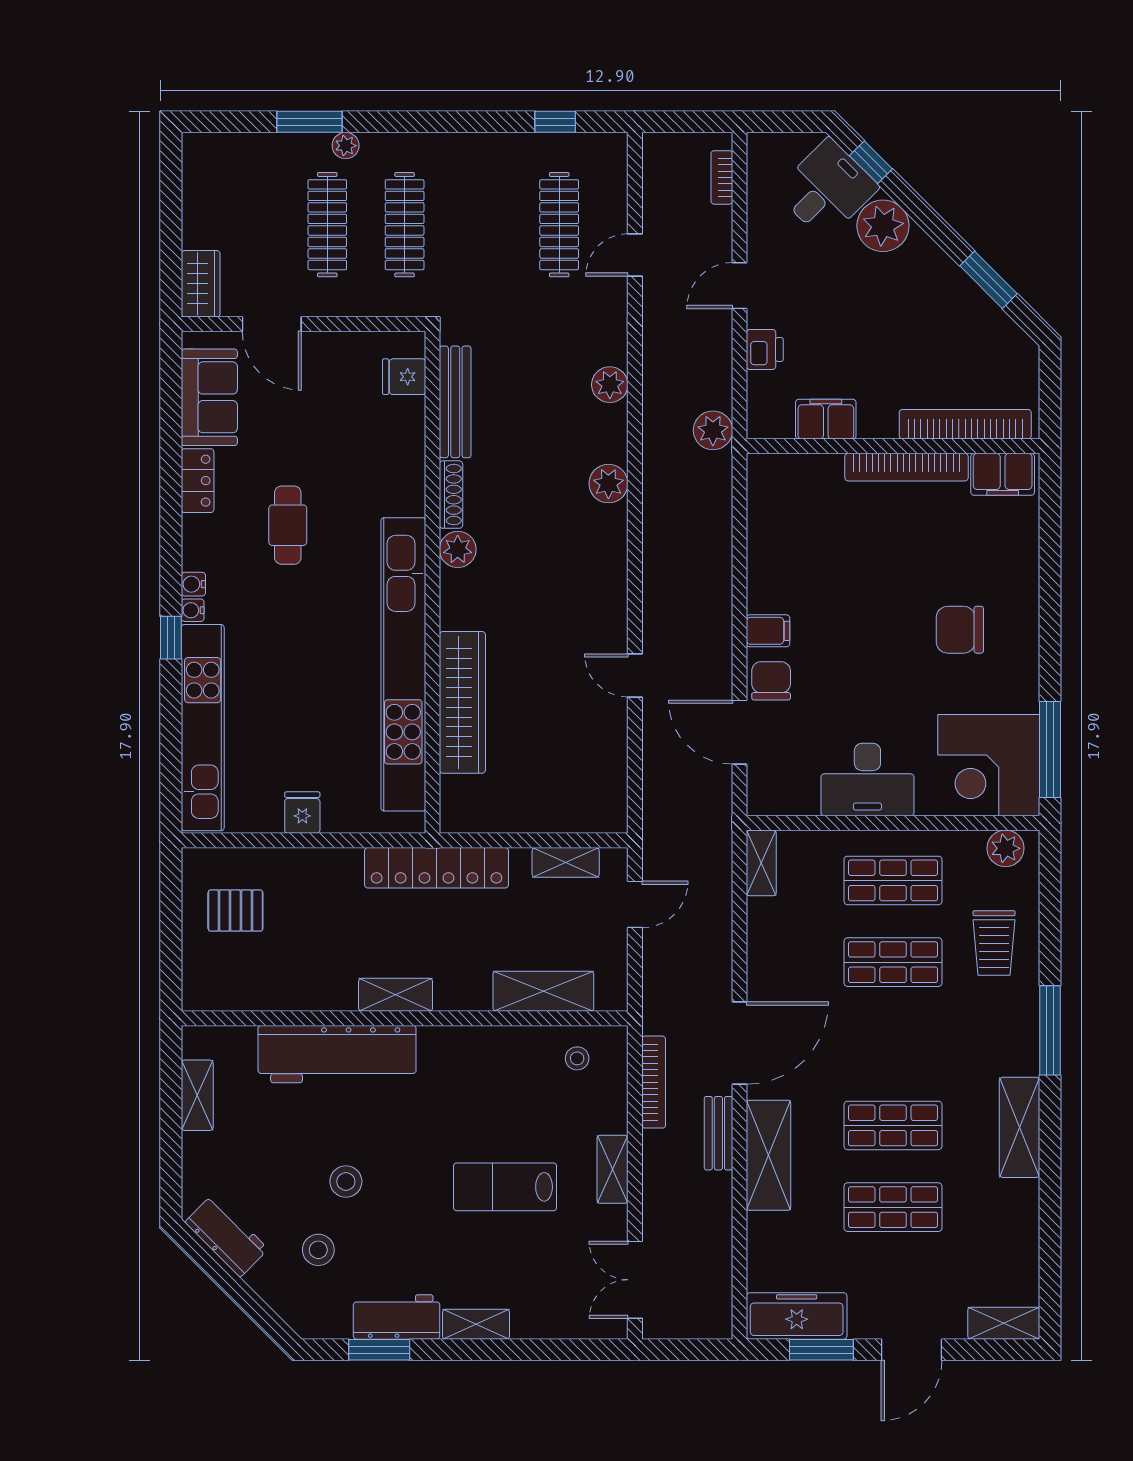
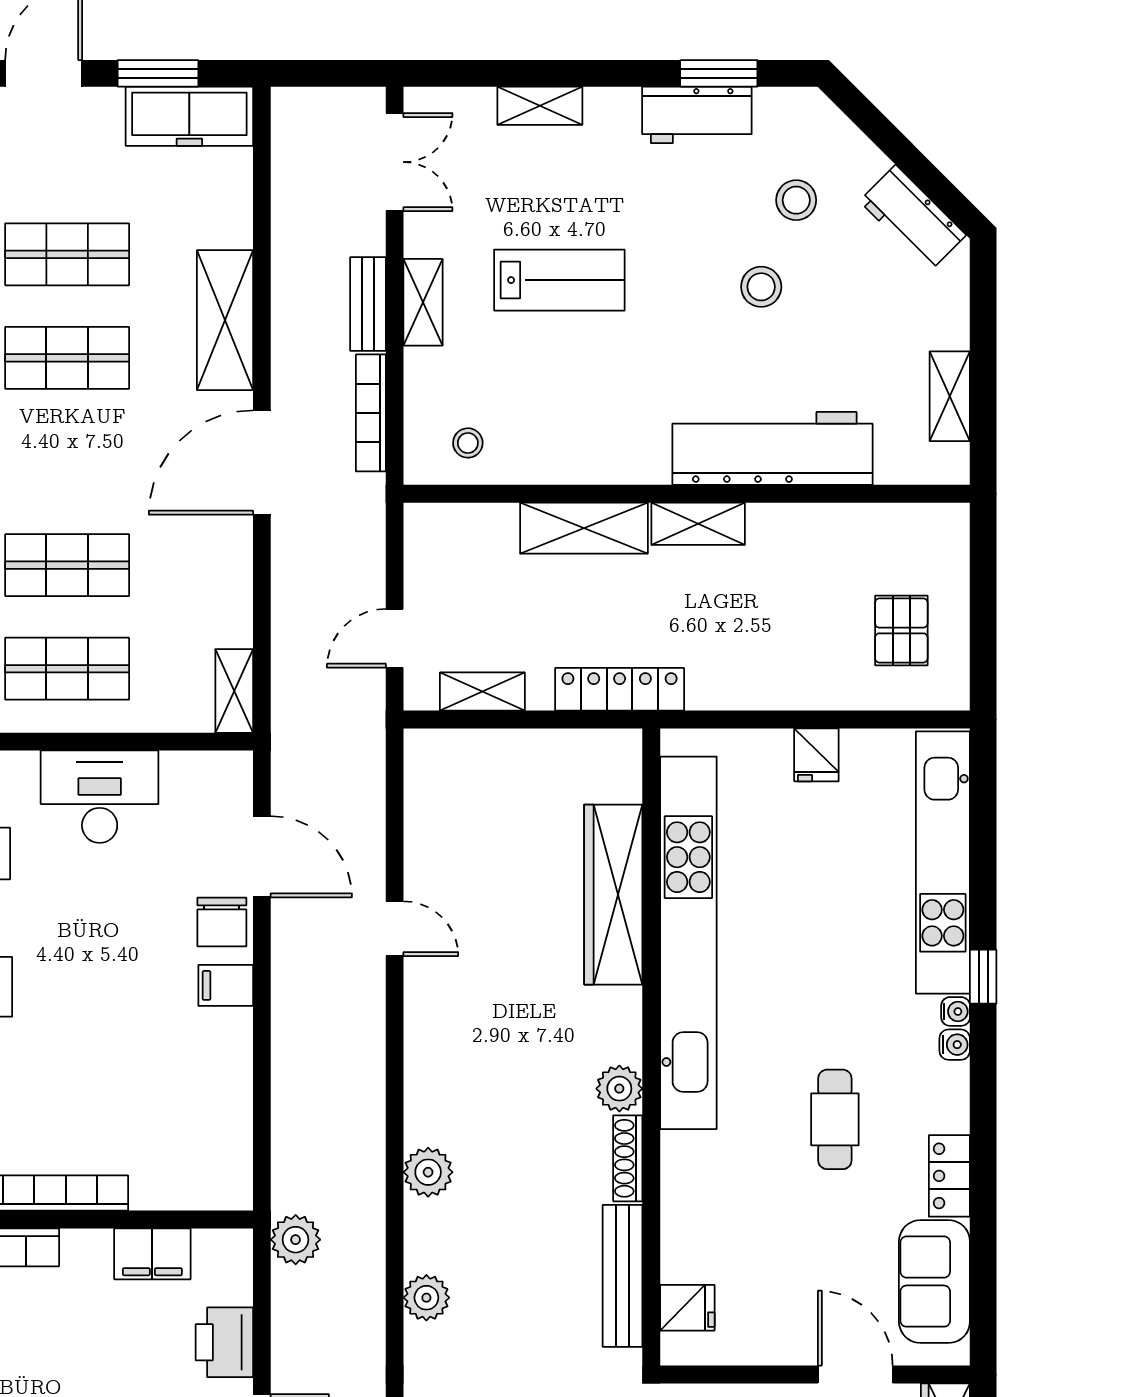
printer: (765, 349) -> (224, 1342), width x1.36, depth x1.24
locker: (436, 868) -> (620, 689), width x0.71, depth x0.83
pallet: (235, 911) -> (901, 630), turned 90
shelving: (543, 991) -> (584, 528), moved
bench: (718, 1133) -> (368, 304), moved
shelving: (476, 1324) -> (540, 106), moved

